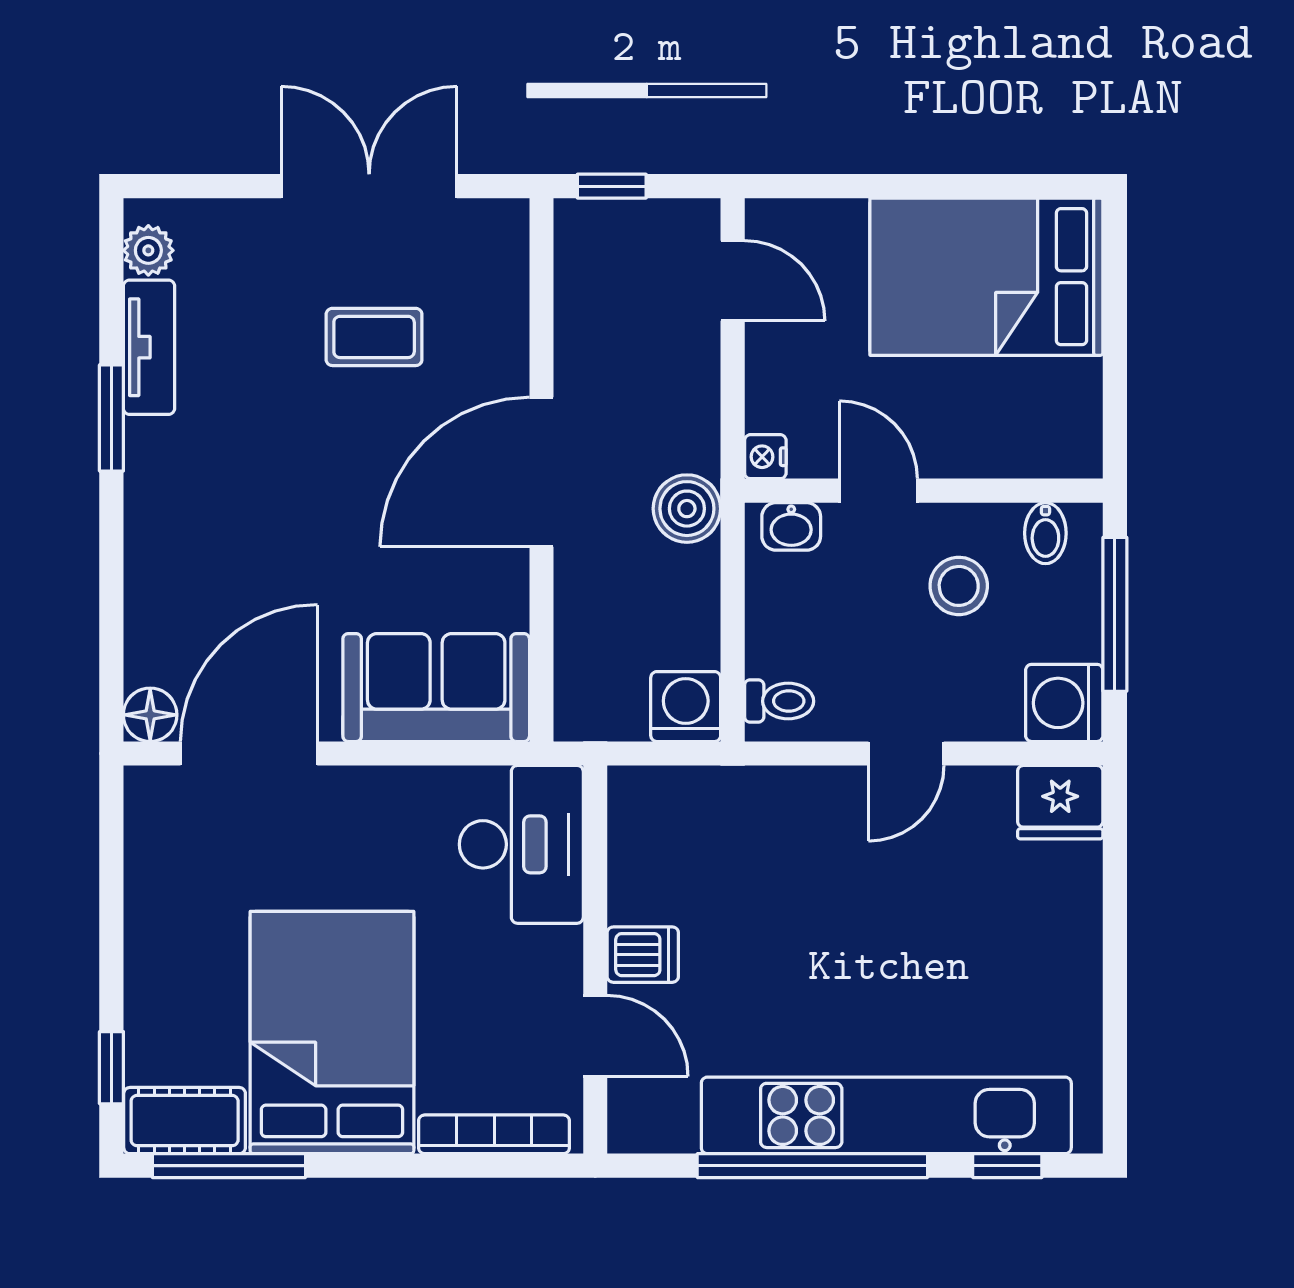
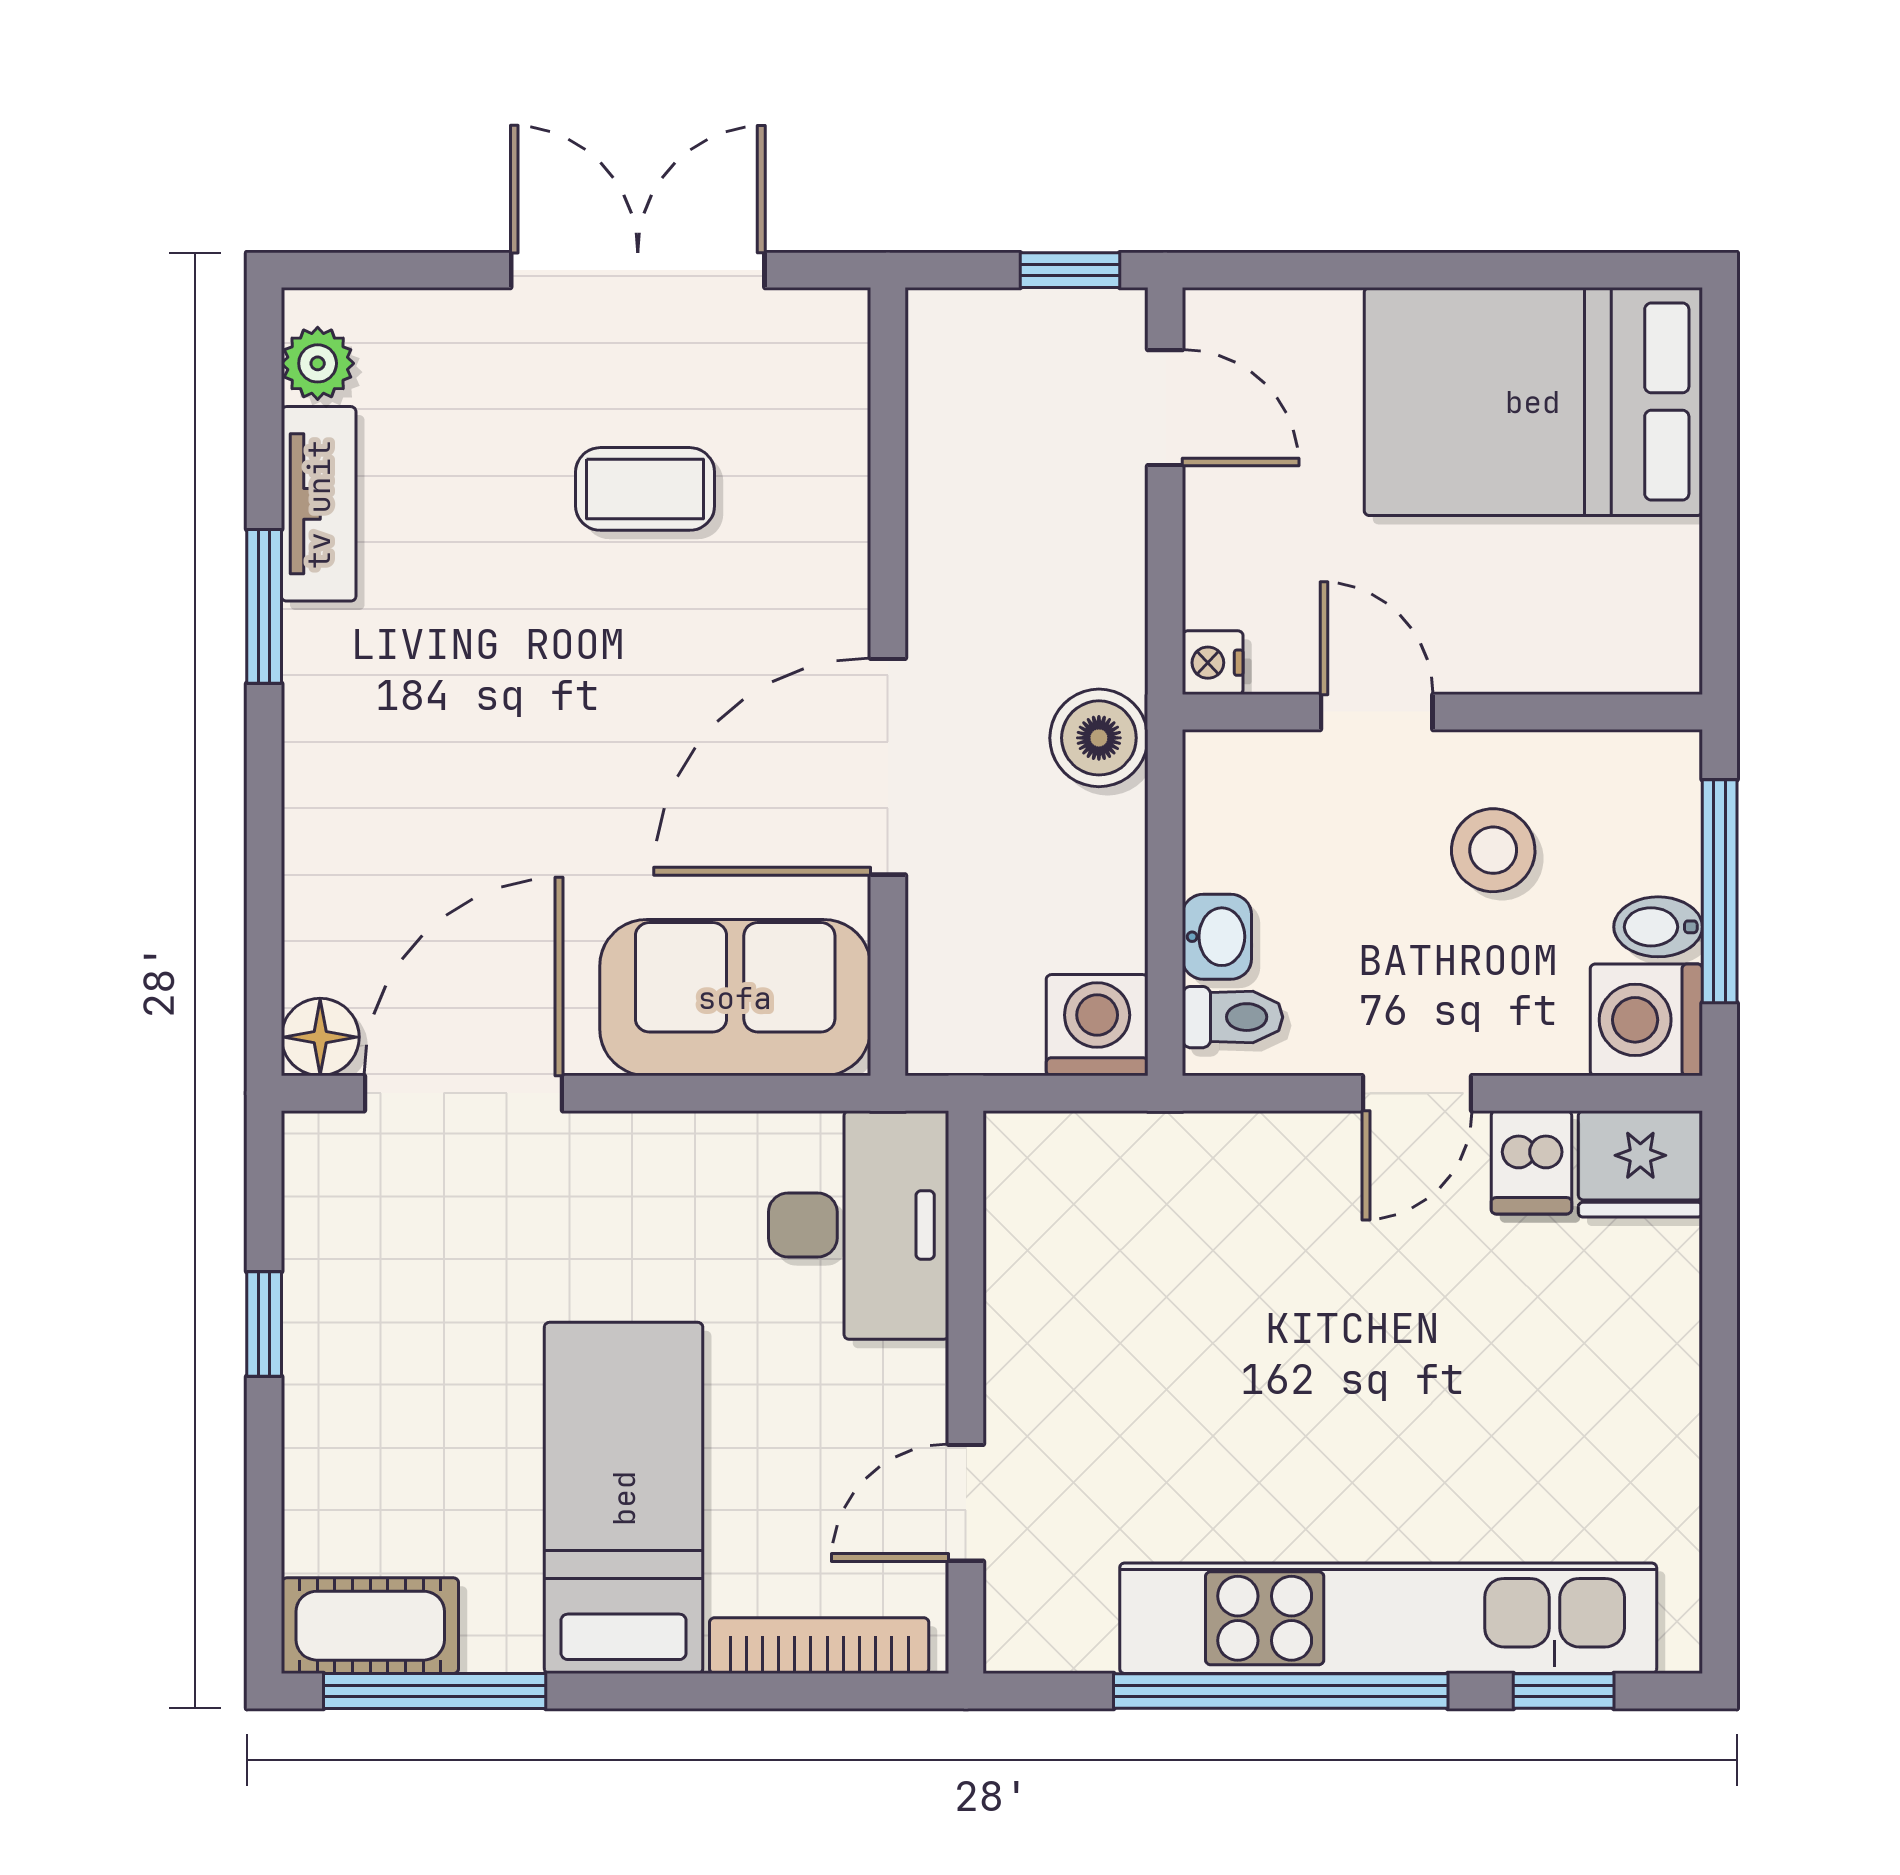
window: (612, 186) -> (1070, 270), moved
door: (541, 472) -> (888, 767), moved
washbasin: (791, 526) -> (1217, 937), moved, turned -90
bidet: (1045, 533) -> (1658, 927), moved, turned 90
dishwasher: (643, 955) -> (1531, 1162), moved, turned 90
bed: (332, 1032) -> (624, 1498), width x0.67
door: (595, 1036) -> (966, 1503), swing flipped
window: (111, 1068) -> (264, 1324), moved

